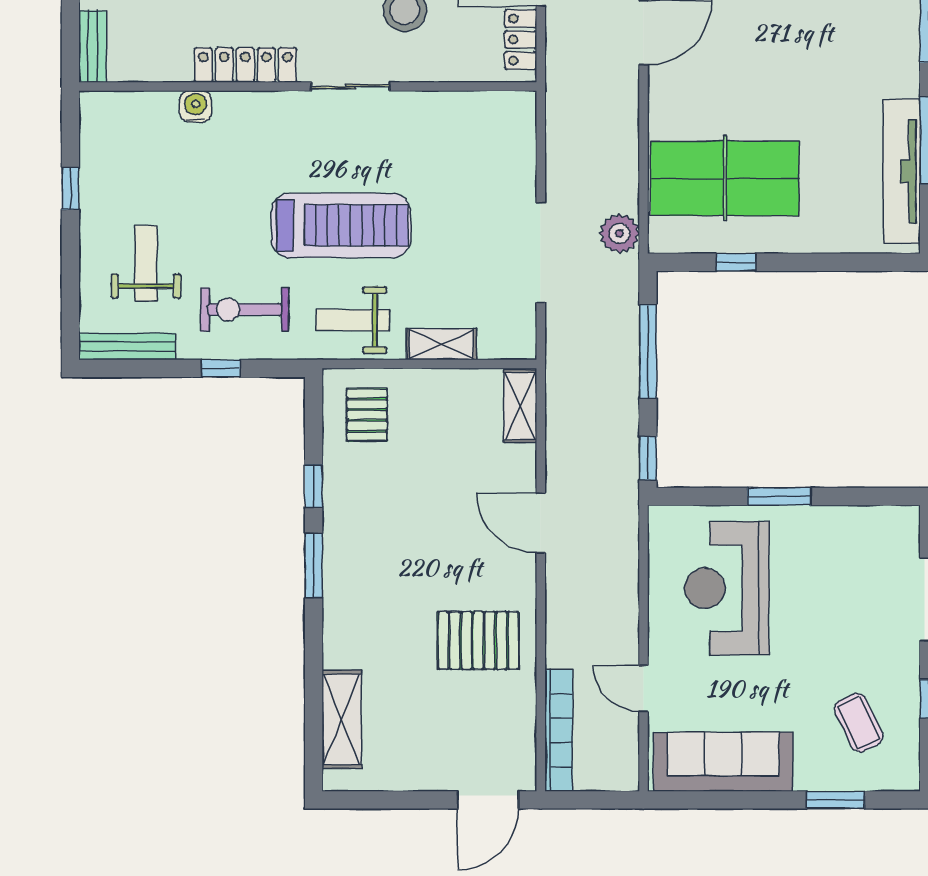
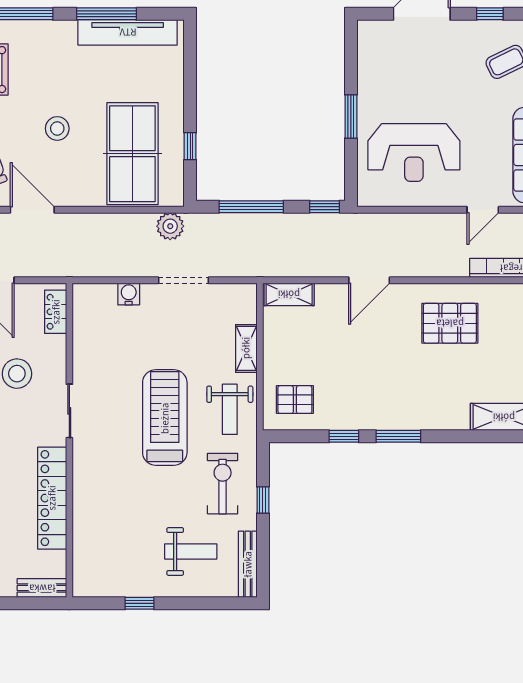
locker: (521, 40) -> (56, 312), moved, turned 90
locker: (245, 65) -> (52, 498), width x1.41, depth x1.21
stool: (762, 69) -> (57, 128), added
water cooler: (196, 106) -> (129, 294), moved, turned 90
doorway: (541, 253) -> (184, 280), width x0.73
weight bench: (146, 263) -> (191, 551), turned 180
exercise bike: (245, 310) -> (223, 484), turned 180
pallet: (478, 640) -> (450, 323), turned 90

